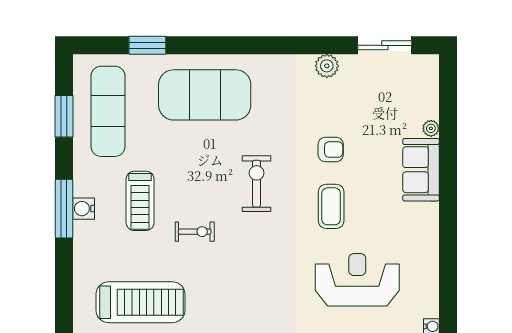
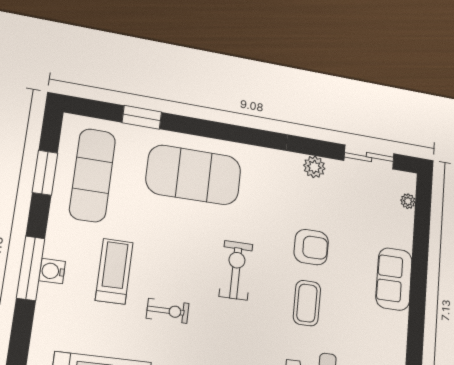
plant: (431, 128) -> (408, 201), moved
armchair: (331, 149) -> (311, 247), width x1.38, depth x1.38
treadmill: (140, 201) -> (114, 271), turned 180

